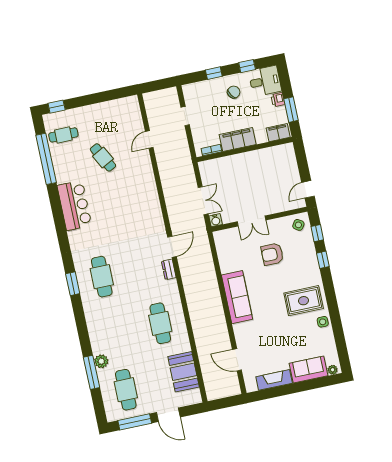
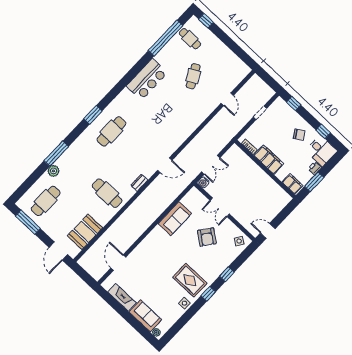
window: (214, 73) -> (294, 104), moved
door: (149, 139) -> (227, 99), swing flipped
window: (317, 233) -> (208, 294), moved
armchair: (272, 254) -> (207, 237), turned -143
dresser: (169, 269) -> (139, 183), moved
sofa: (237, 297) -> (175, 219), moved, width x0.73
cafe table: (160, 323) -> (107, 193), turned 90
window: (91, 372) -> (56, 154), moved
door: (168, 415) -> (58, 251), moved

